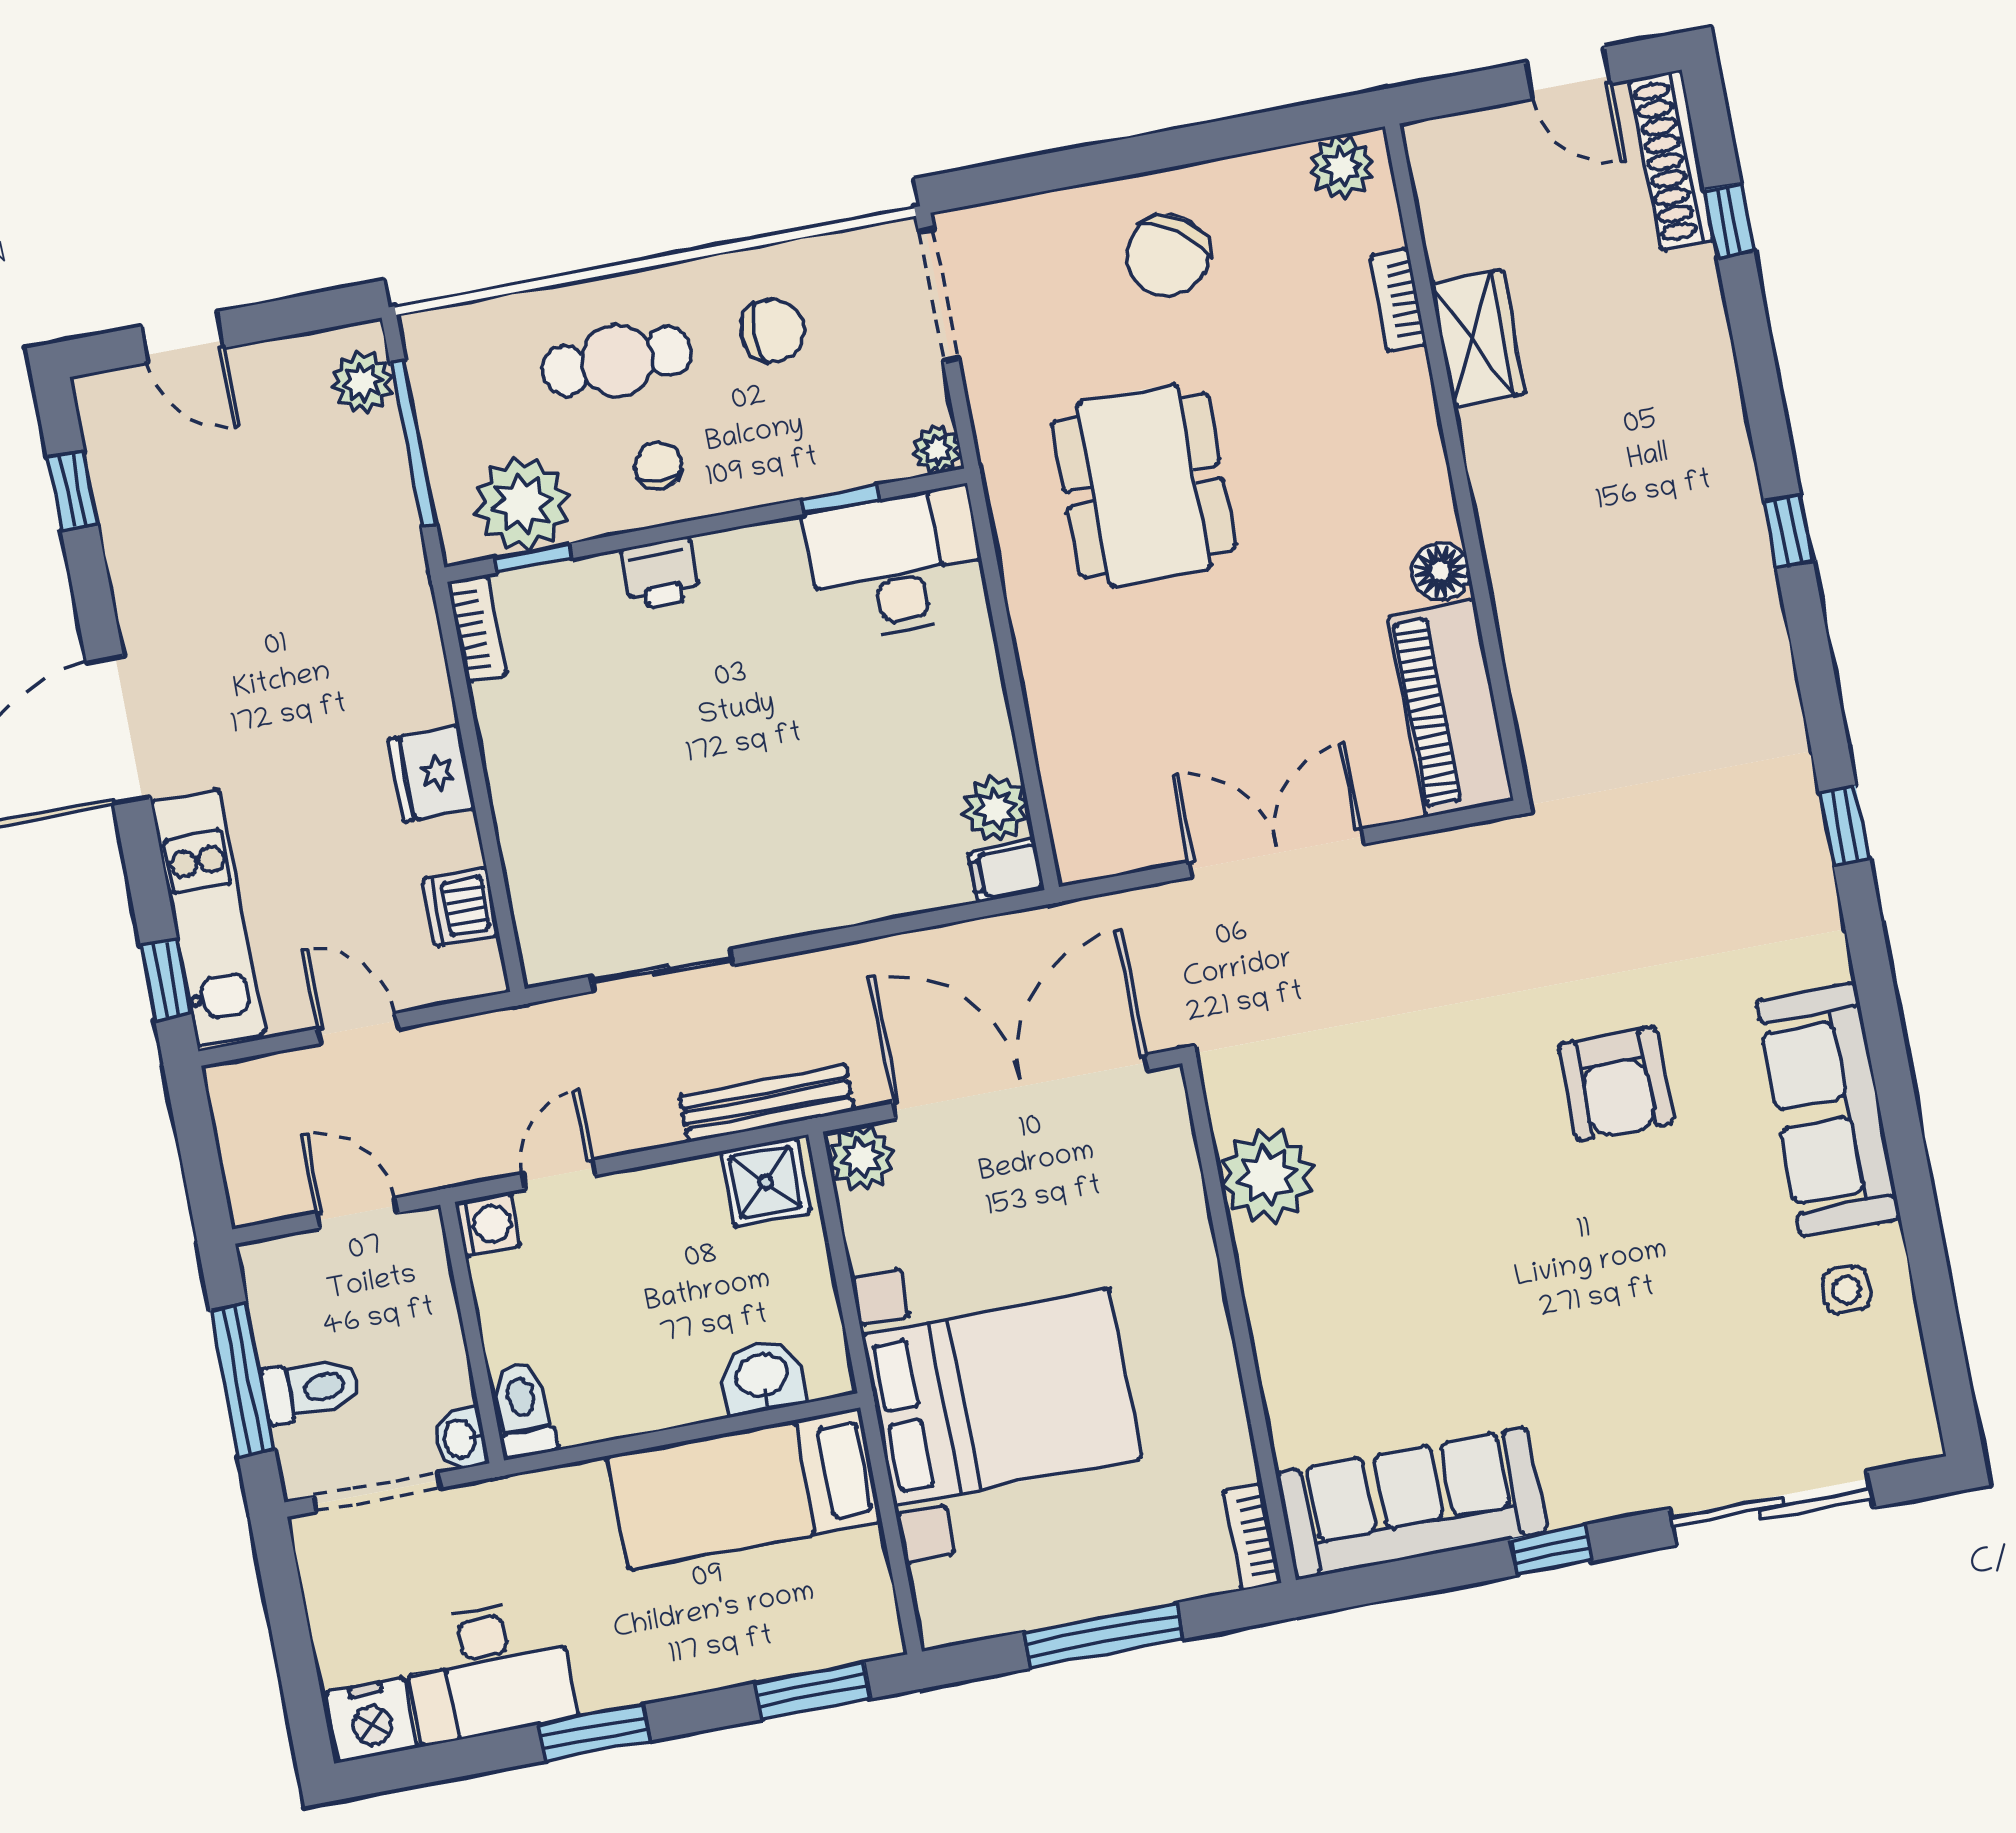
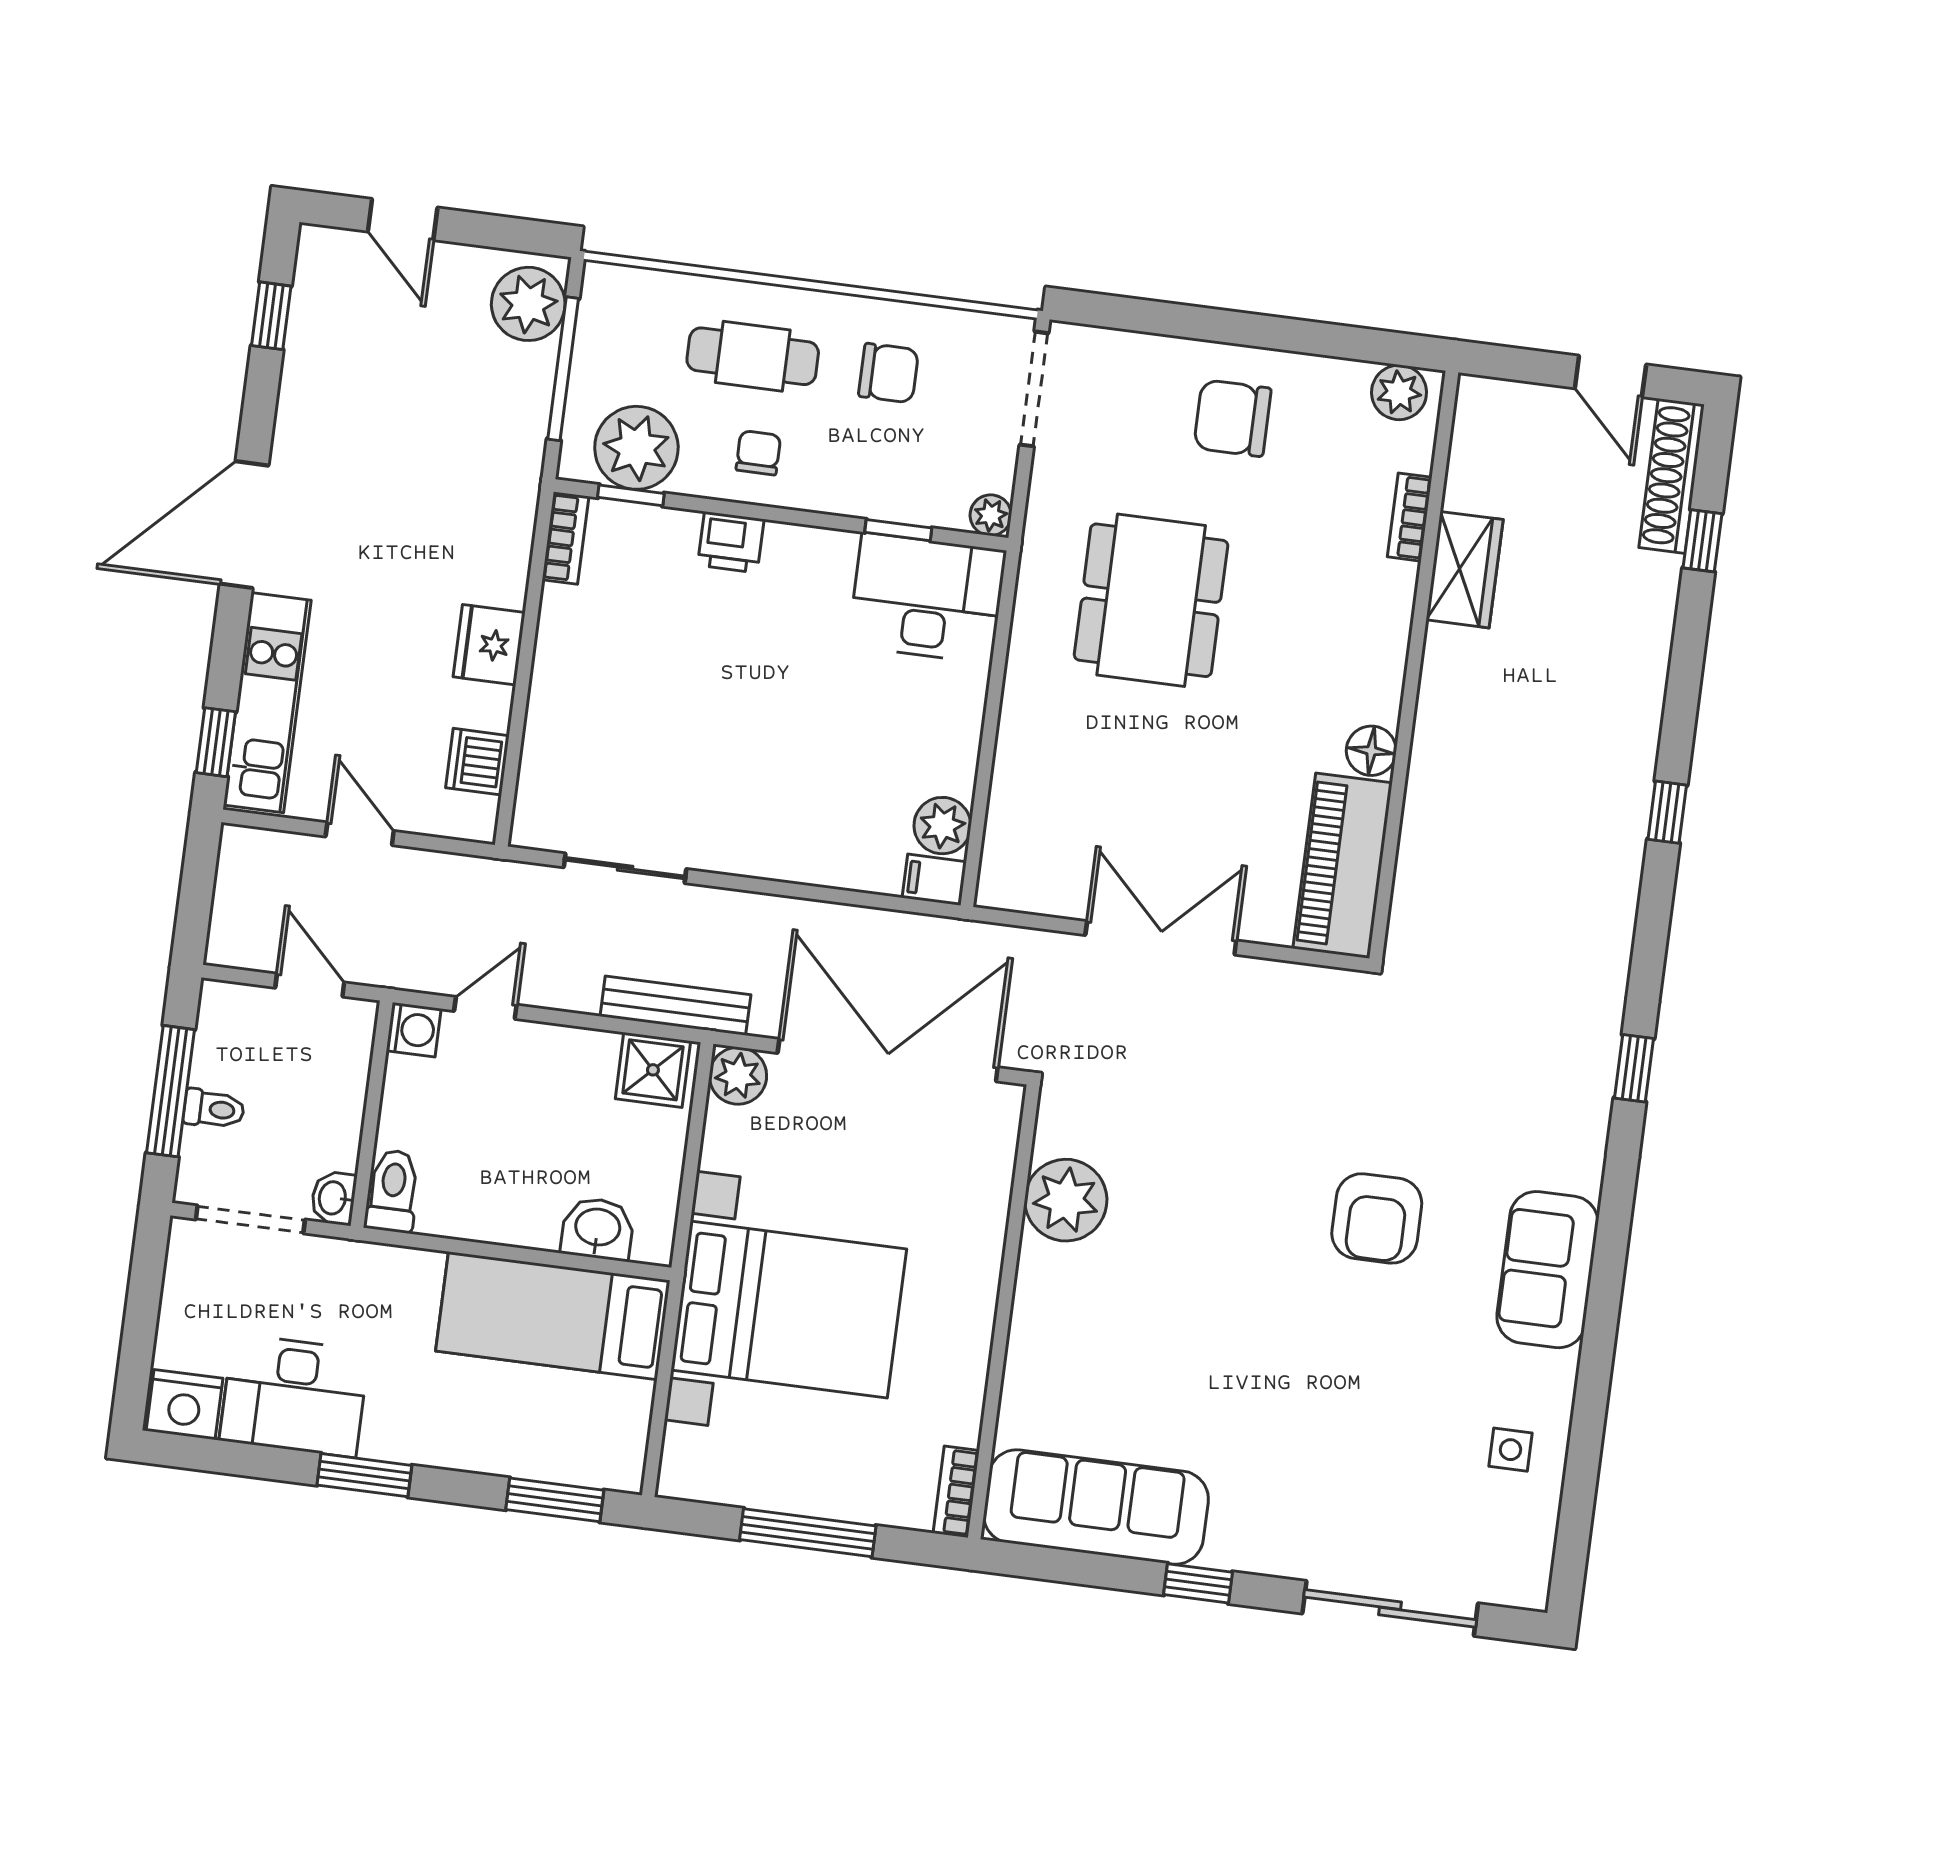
chair: (1167, 255) -> (1232, 418), turned 54
plant: (362, 382) -> (528, 304), width x1.36, depth x1.36
sofa: (1828, 1110) -> (1547, 1270), width x0.73
toilet: (311, 1389) -> (214, 1109), width x0.73, depth x0.72

